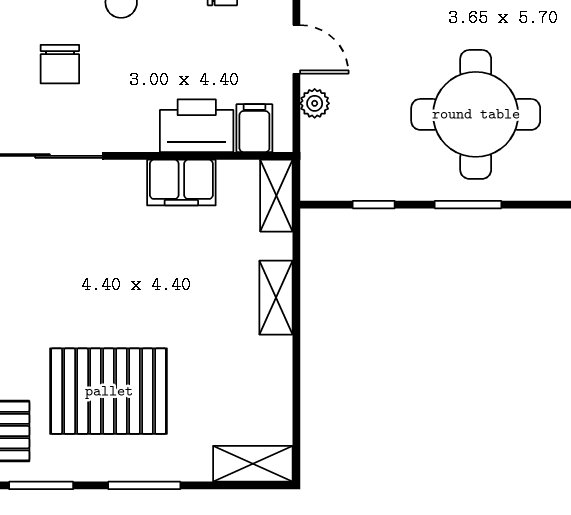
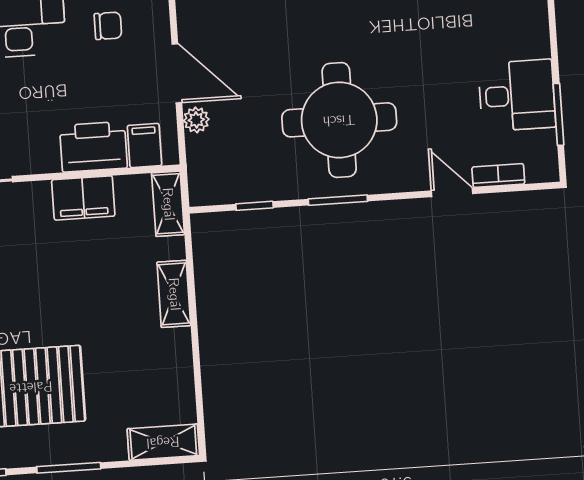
door: (296, 49) -> (177, 73), width x1.38

